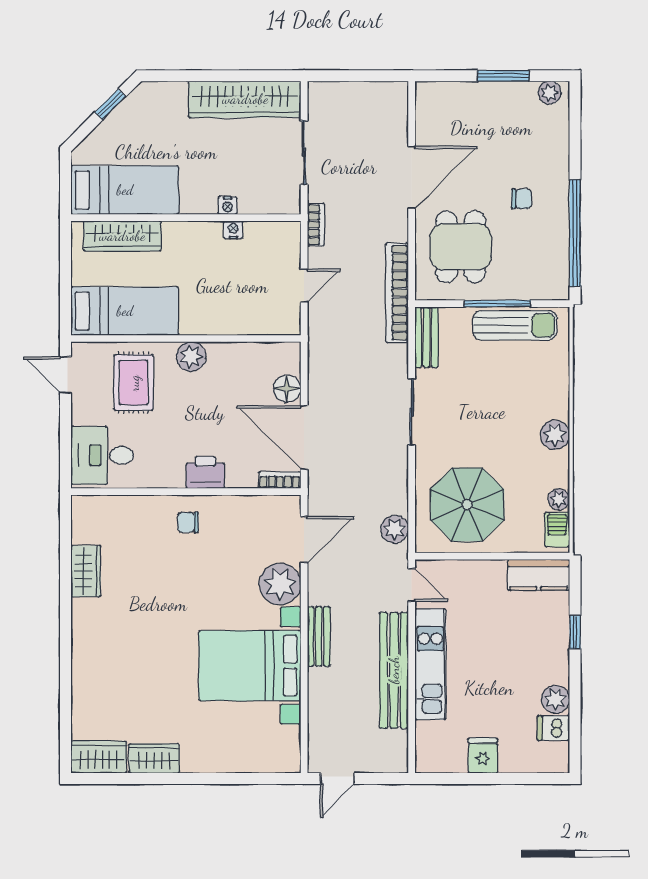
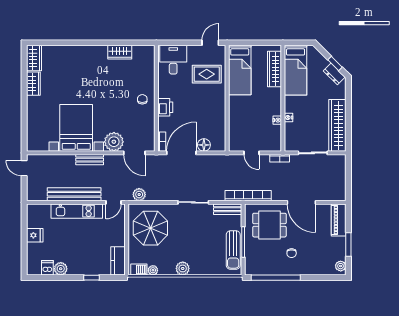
piano: (450, 97) -> (339, 220), added
dresser: (133, 106) -> (334, 74), added
plant: (191, 356) -> (219, 101), removed

